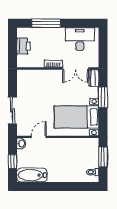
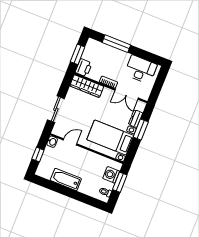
printer: (24, 46) -> (84, 68), moved
window: (13, 49) -> (78, 54), added
wardrobe: (34, 76) -> (87, 86), added
dresser: (94, 78) -> (136, 119), moved
washing machine: (92, 153) -> (111, 175), added
bathtub: (32, 175) -> (66, 179), moved

